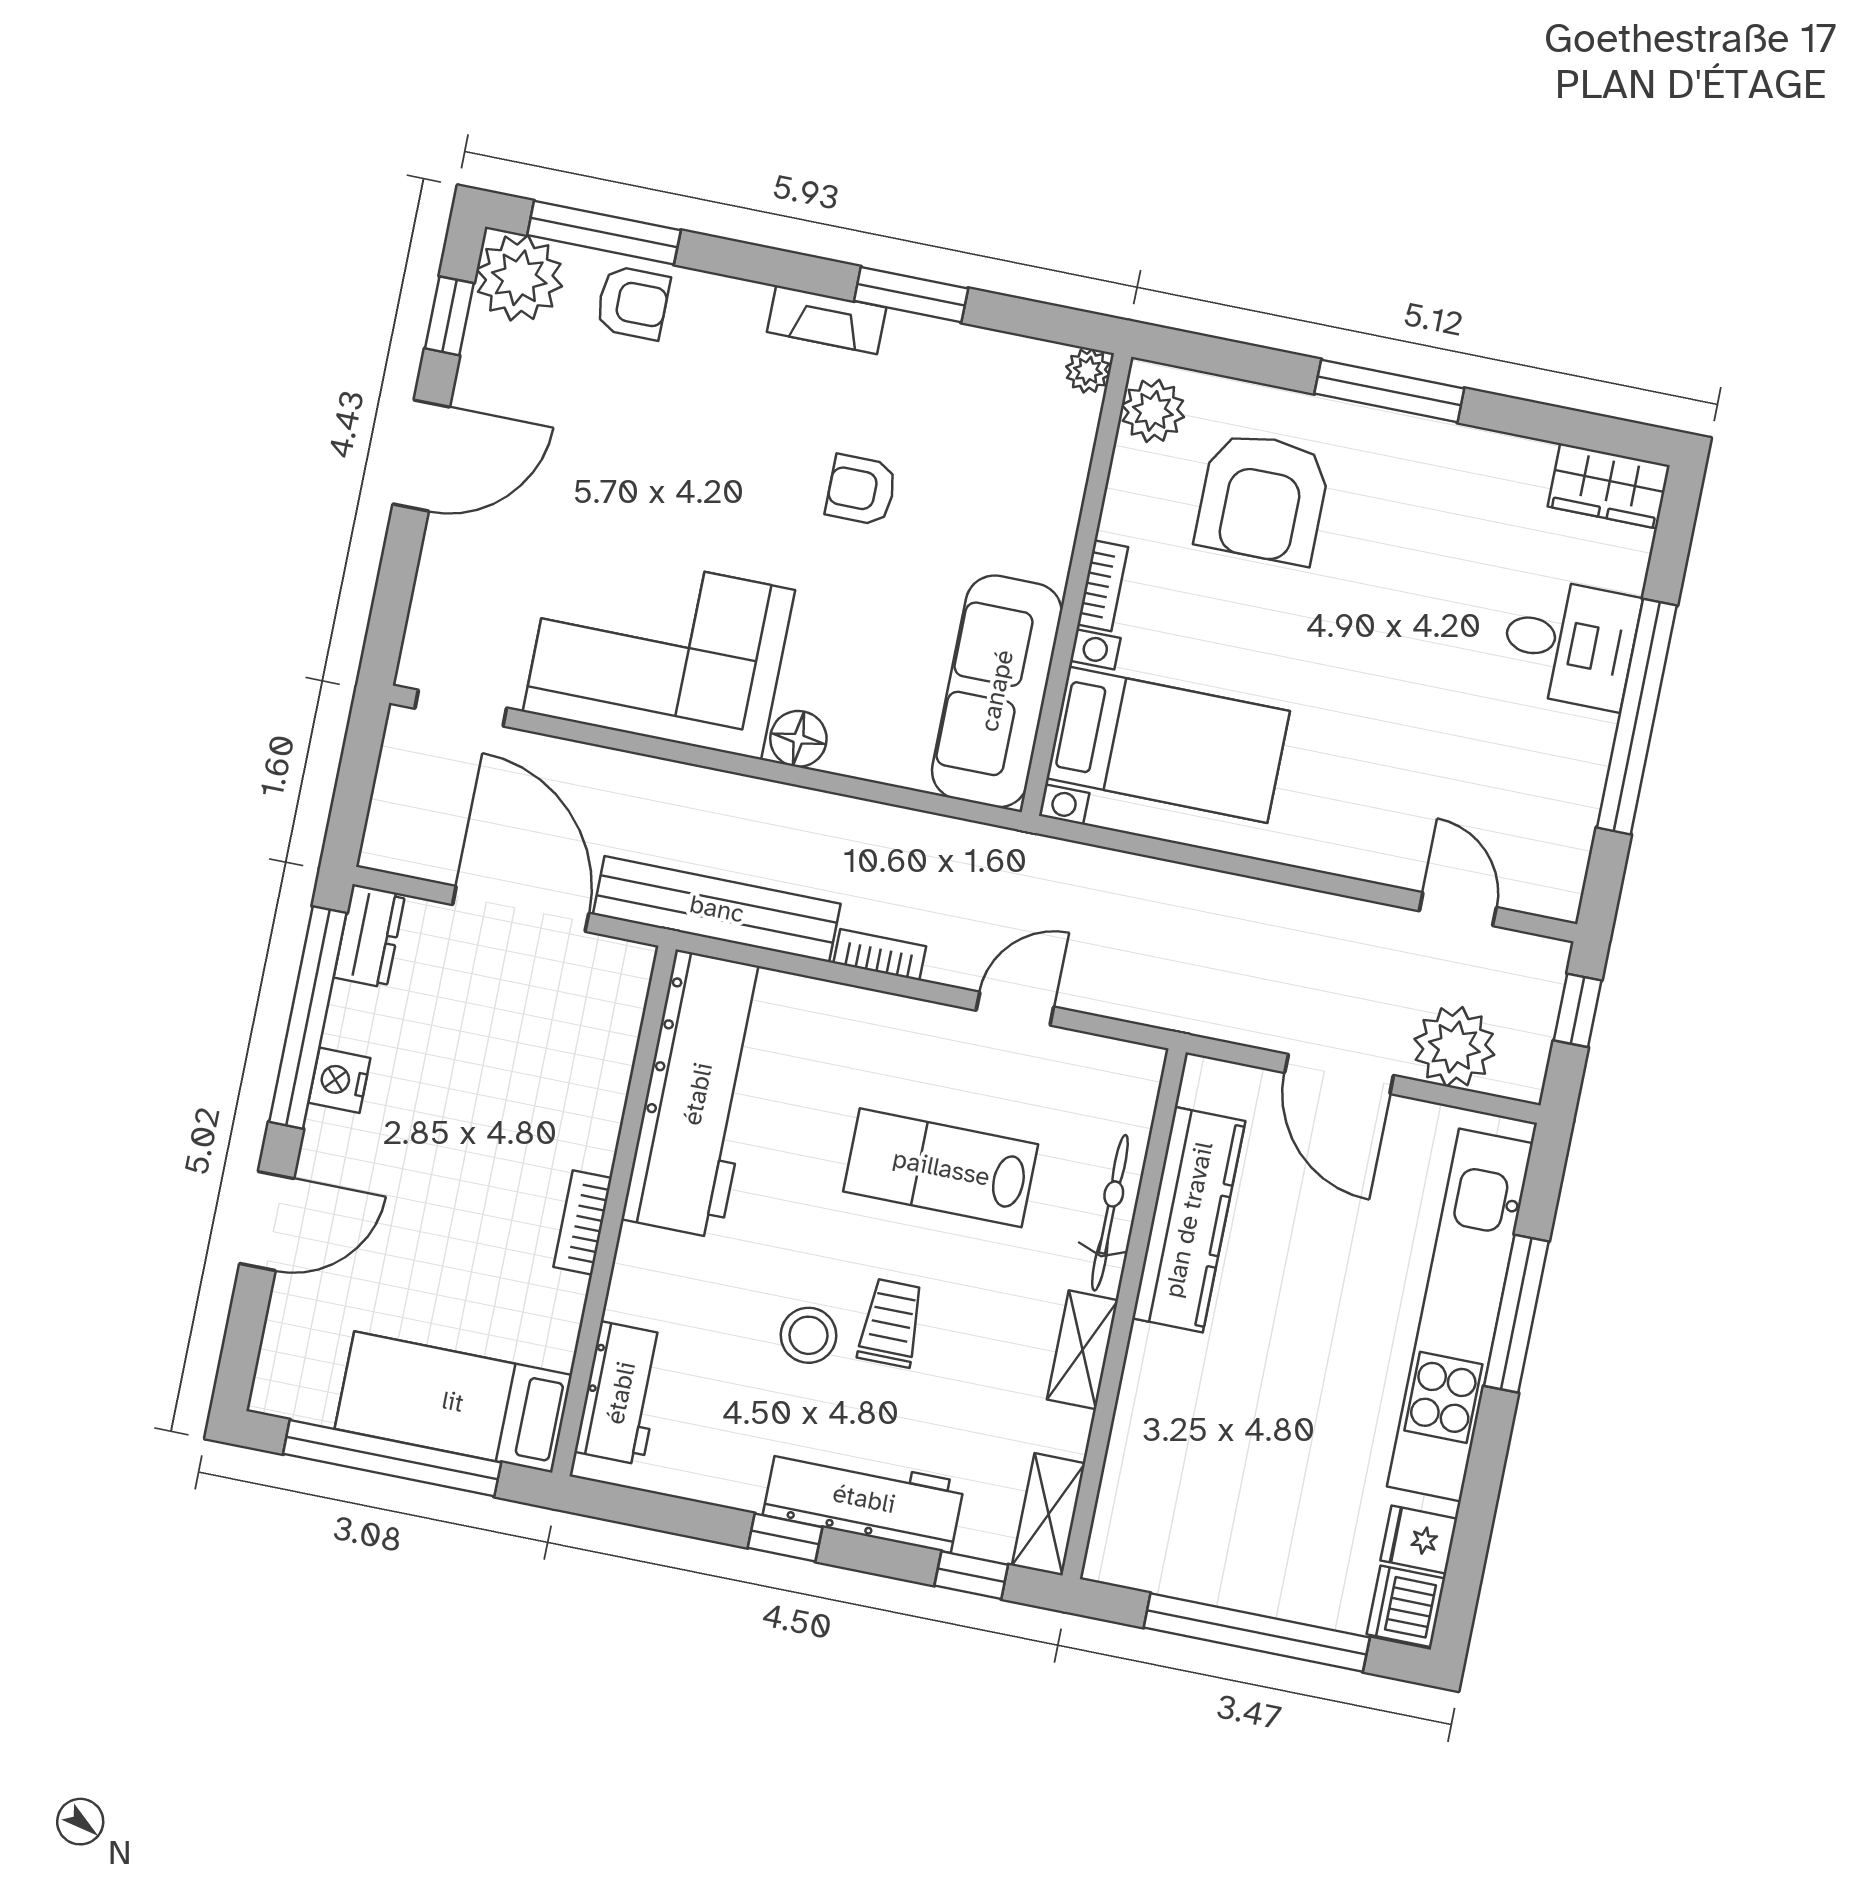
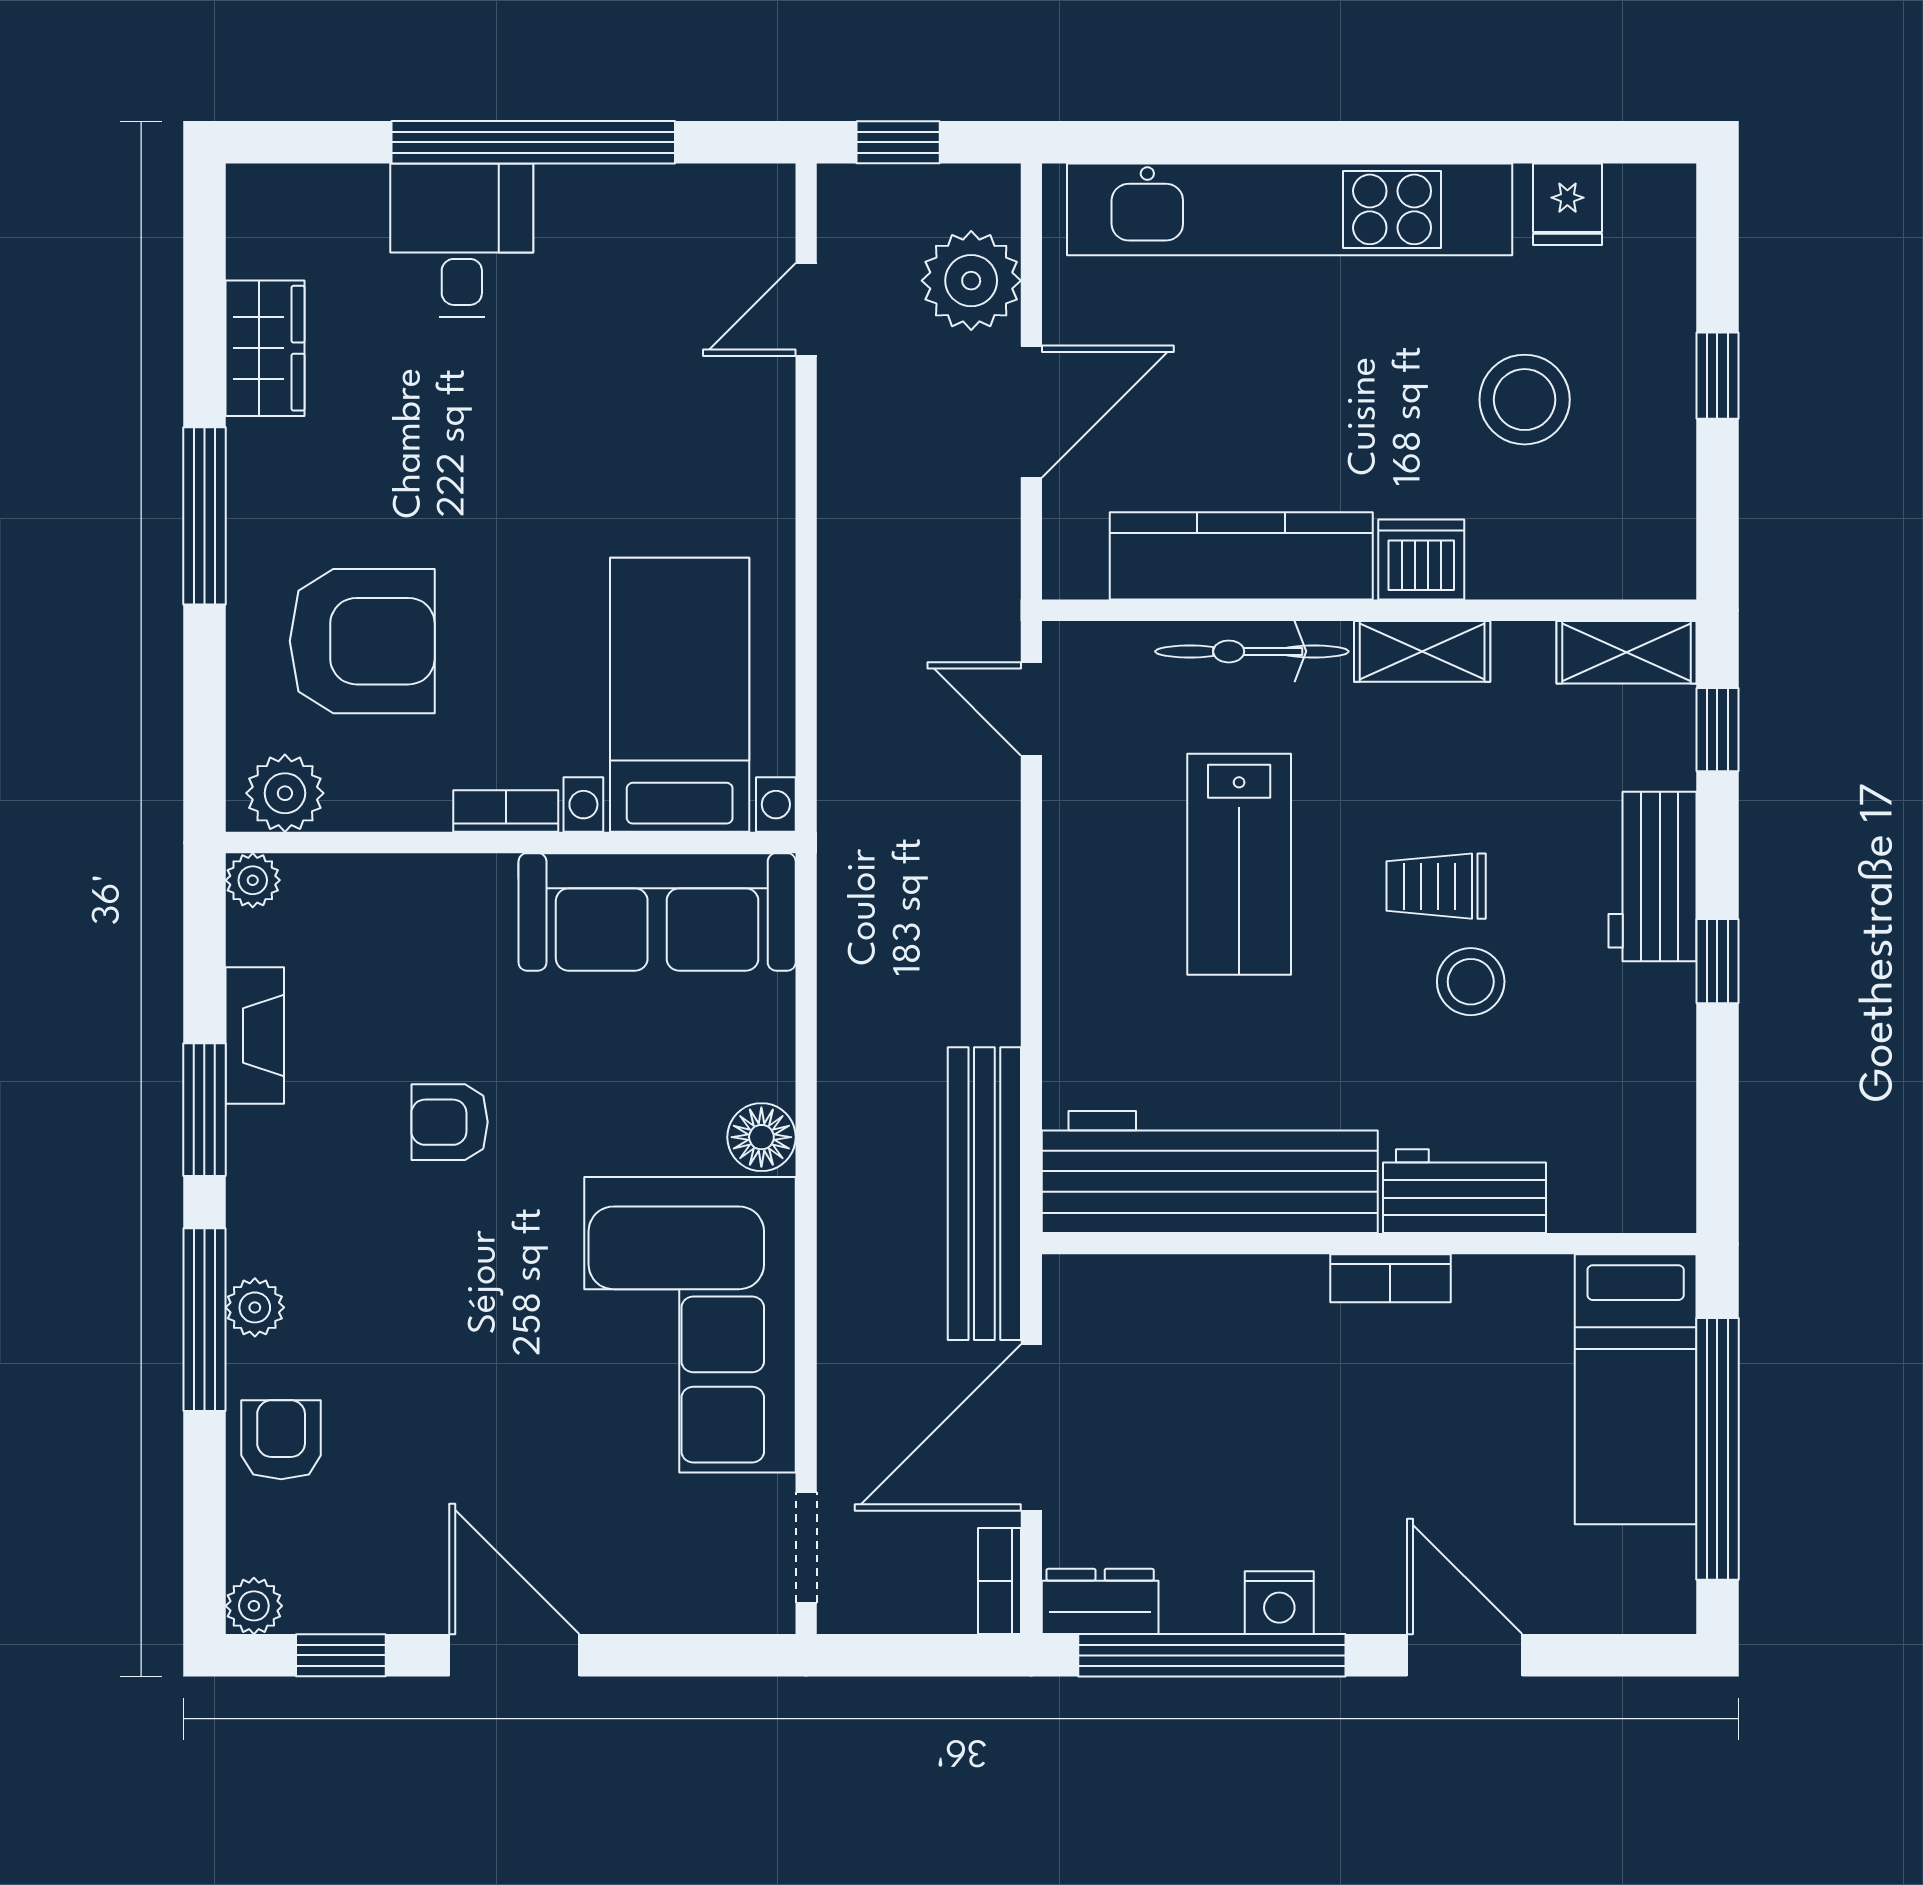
window: (604, 233) -> (204, 1320), moved
plant: (519, 278) -> (254, 1606), width x0.53, depth x0.53
plant: (744, 303) -> (255, 1307), added
fireplace: (827, 320) -> (255, 1035), moved
wardrobe: (1609, 486) -> (265, 348), moved
armchair: (861, 490) -> (450, 1122), turned 90
bookcase: (880, 955) -> (999, 1581), moved
door: (1015, 1009) -> (1031, 709), moved
window: (1516, 1314) -> (1275, 142), removed
workbench: (621, 1393) -> (1465, 1191), moved
stool: (1269, 1473) -> (1525, 400), added
workbench: (864, 1499) -> (1653, 876), width x0.73
dishwasher: (1406, 1606) -> (1421, 560), moved, turned 180
window: (1257, 1633) -> (1717, 376), width x0.32

